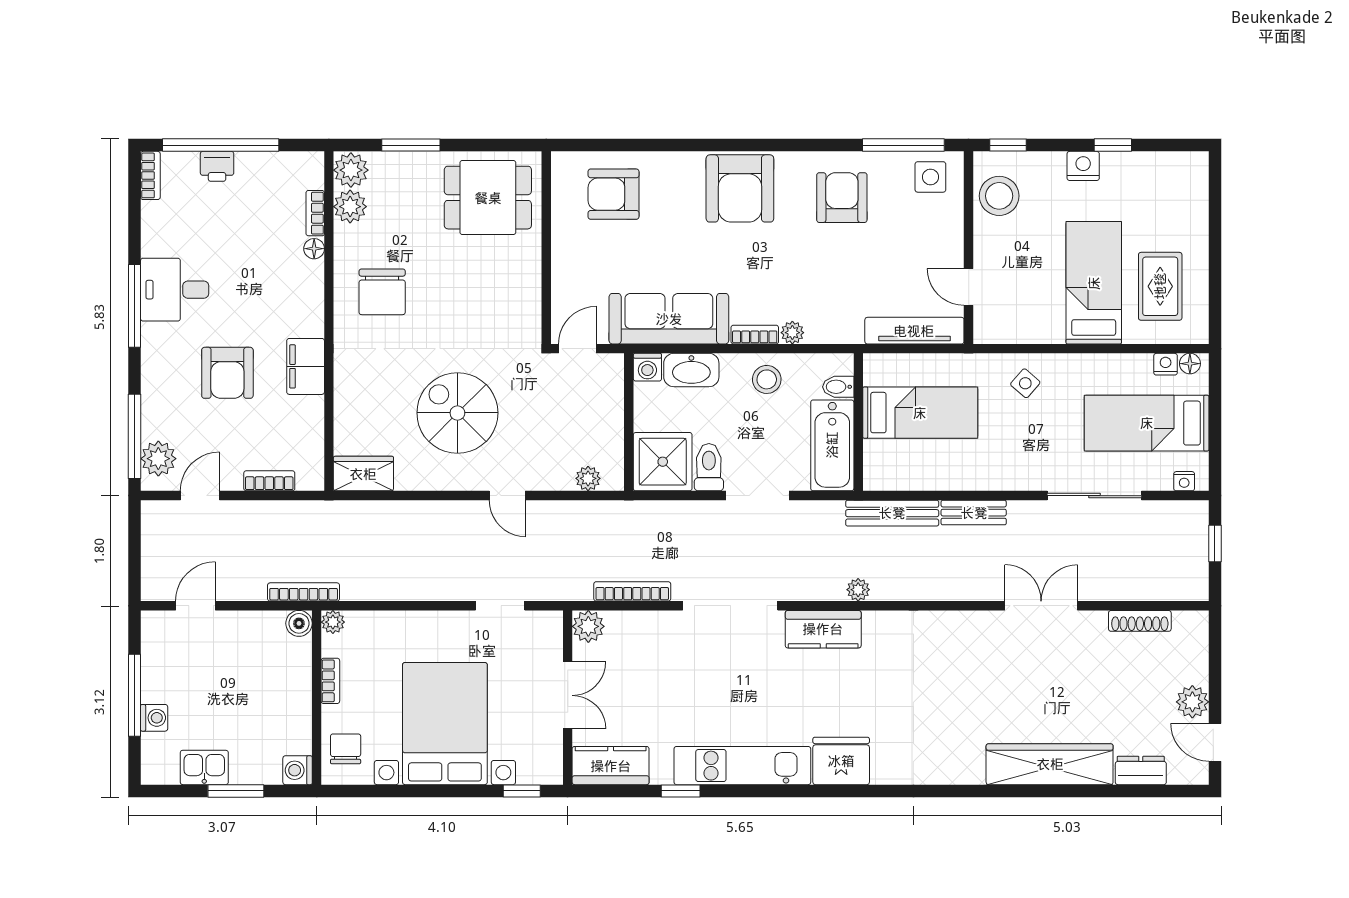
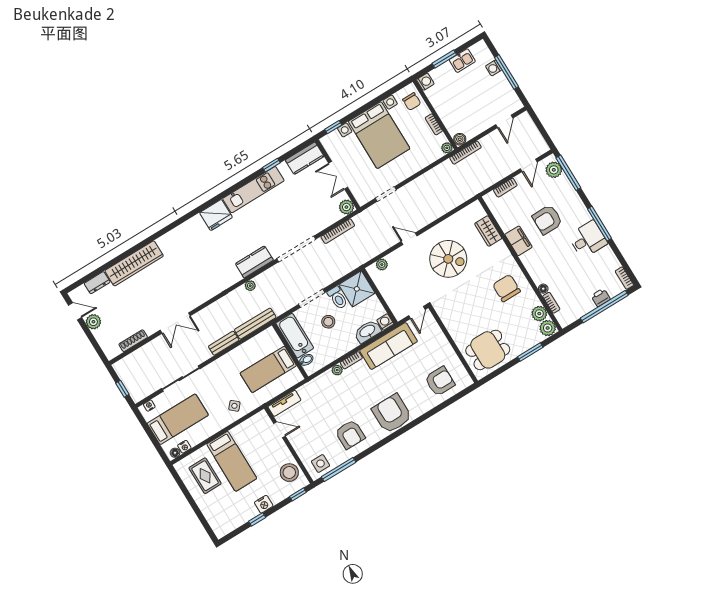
tv unit: (914, 331) -> (284, 403), width x0.71
armchair: (227, 373) -> (547, 220), turned -90
stool: (767, 379) -> (328, 322), moved
wardrobe: (363, 474) -> (488, 231), moved, turned 90

